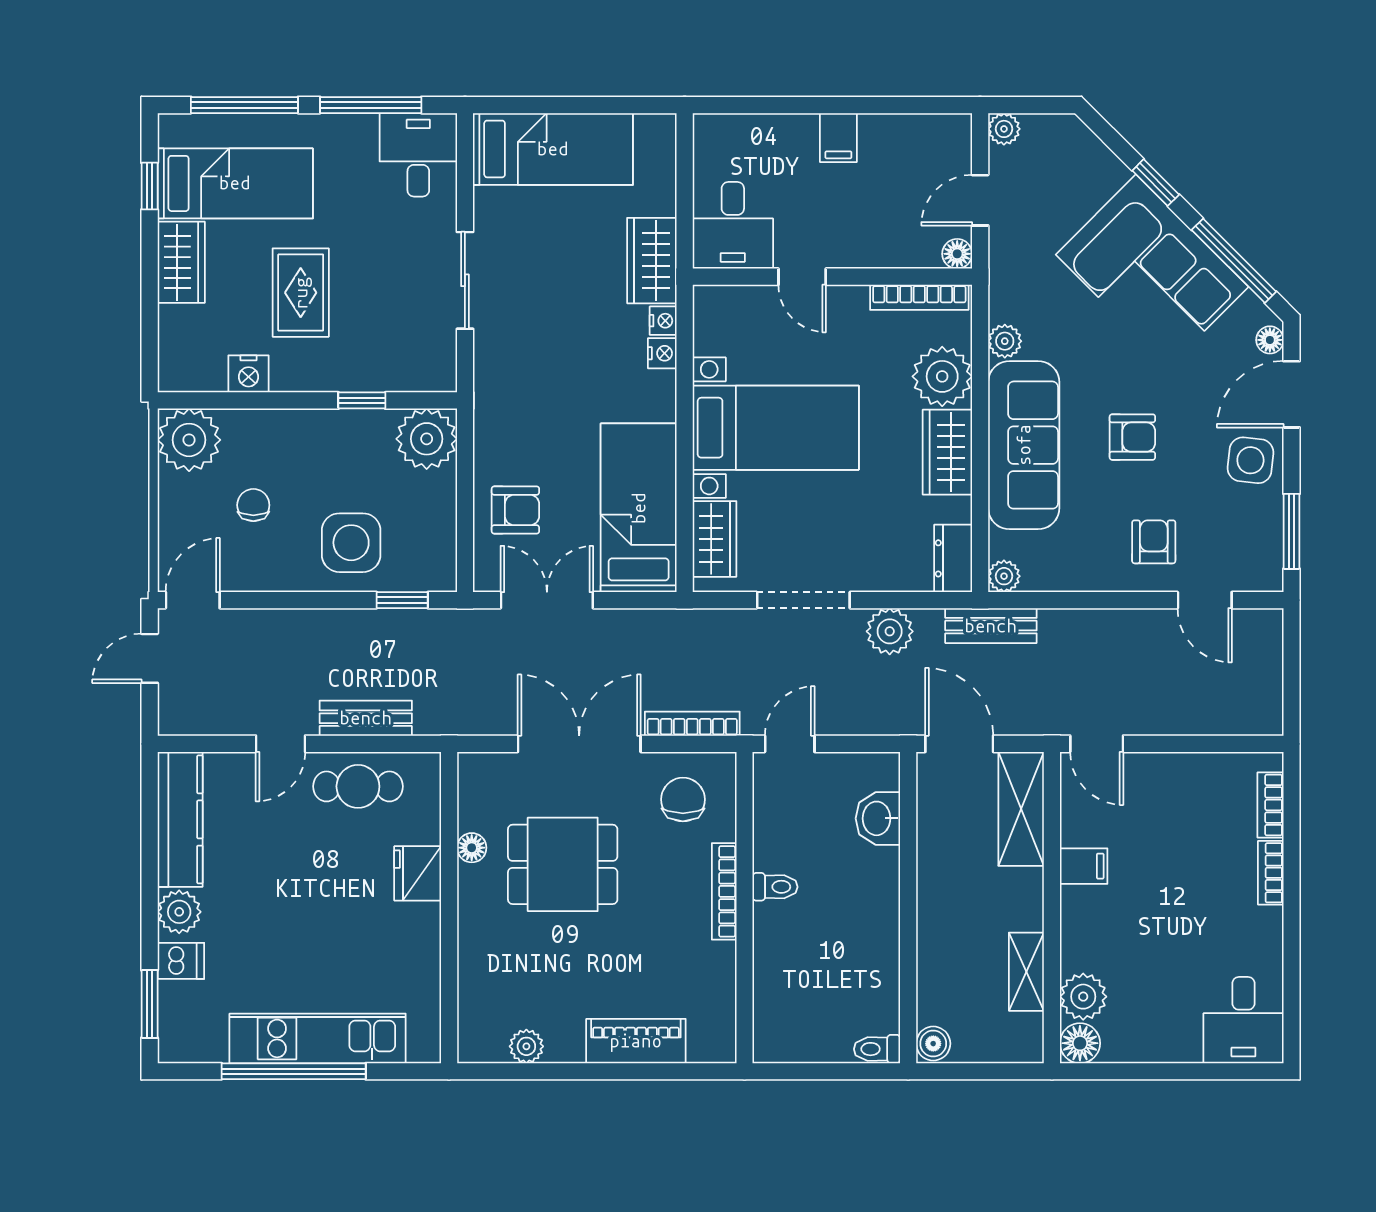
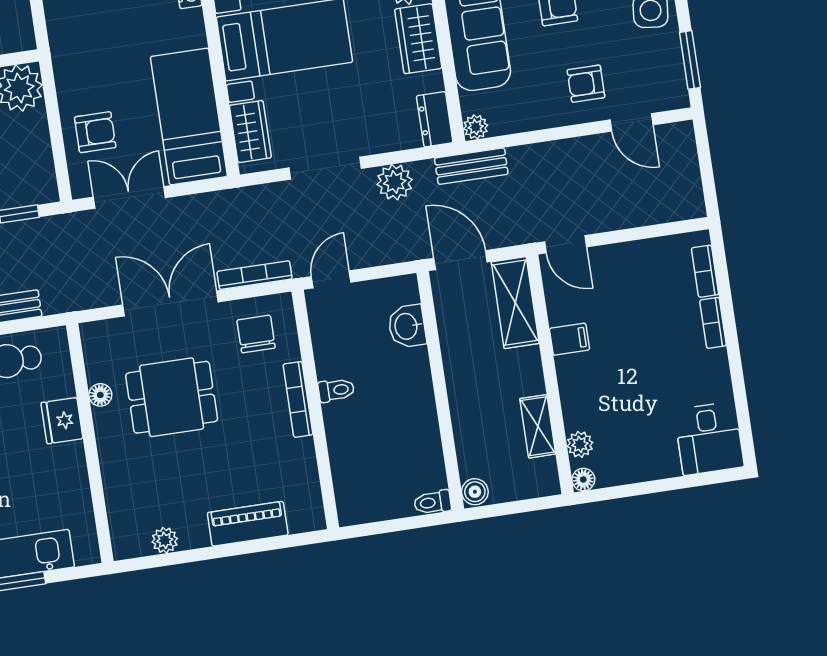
armchair: (1154, 542) -> (586, 84), turned -90
plant: (1083, 997) -> (580, 444), width x0.73, depth x0.73
floor lamp: (1080, 1043) -> (583, 479), width x0.73, depth x0.73

